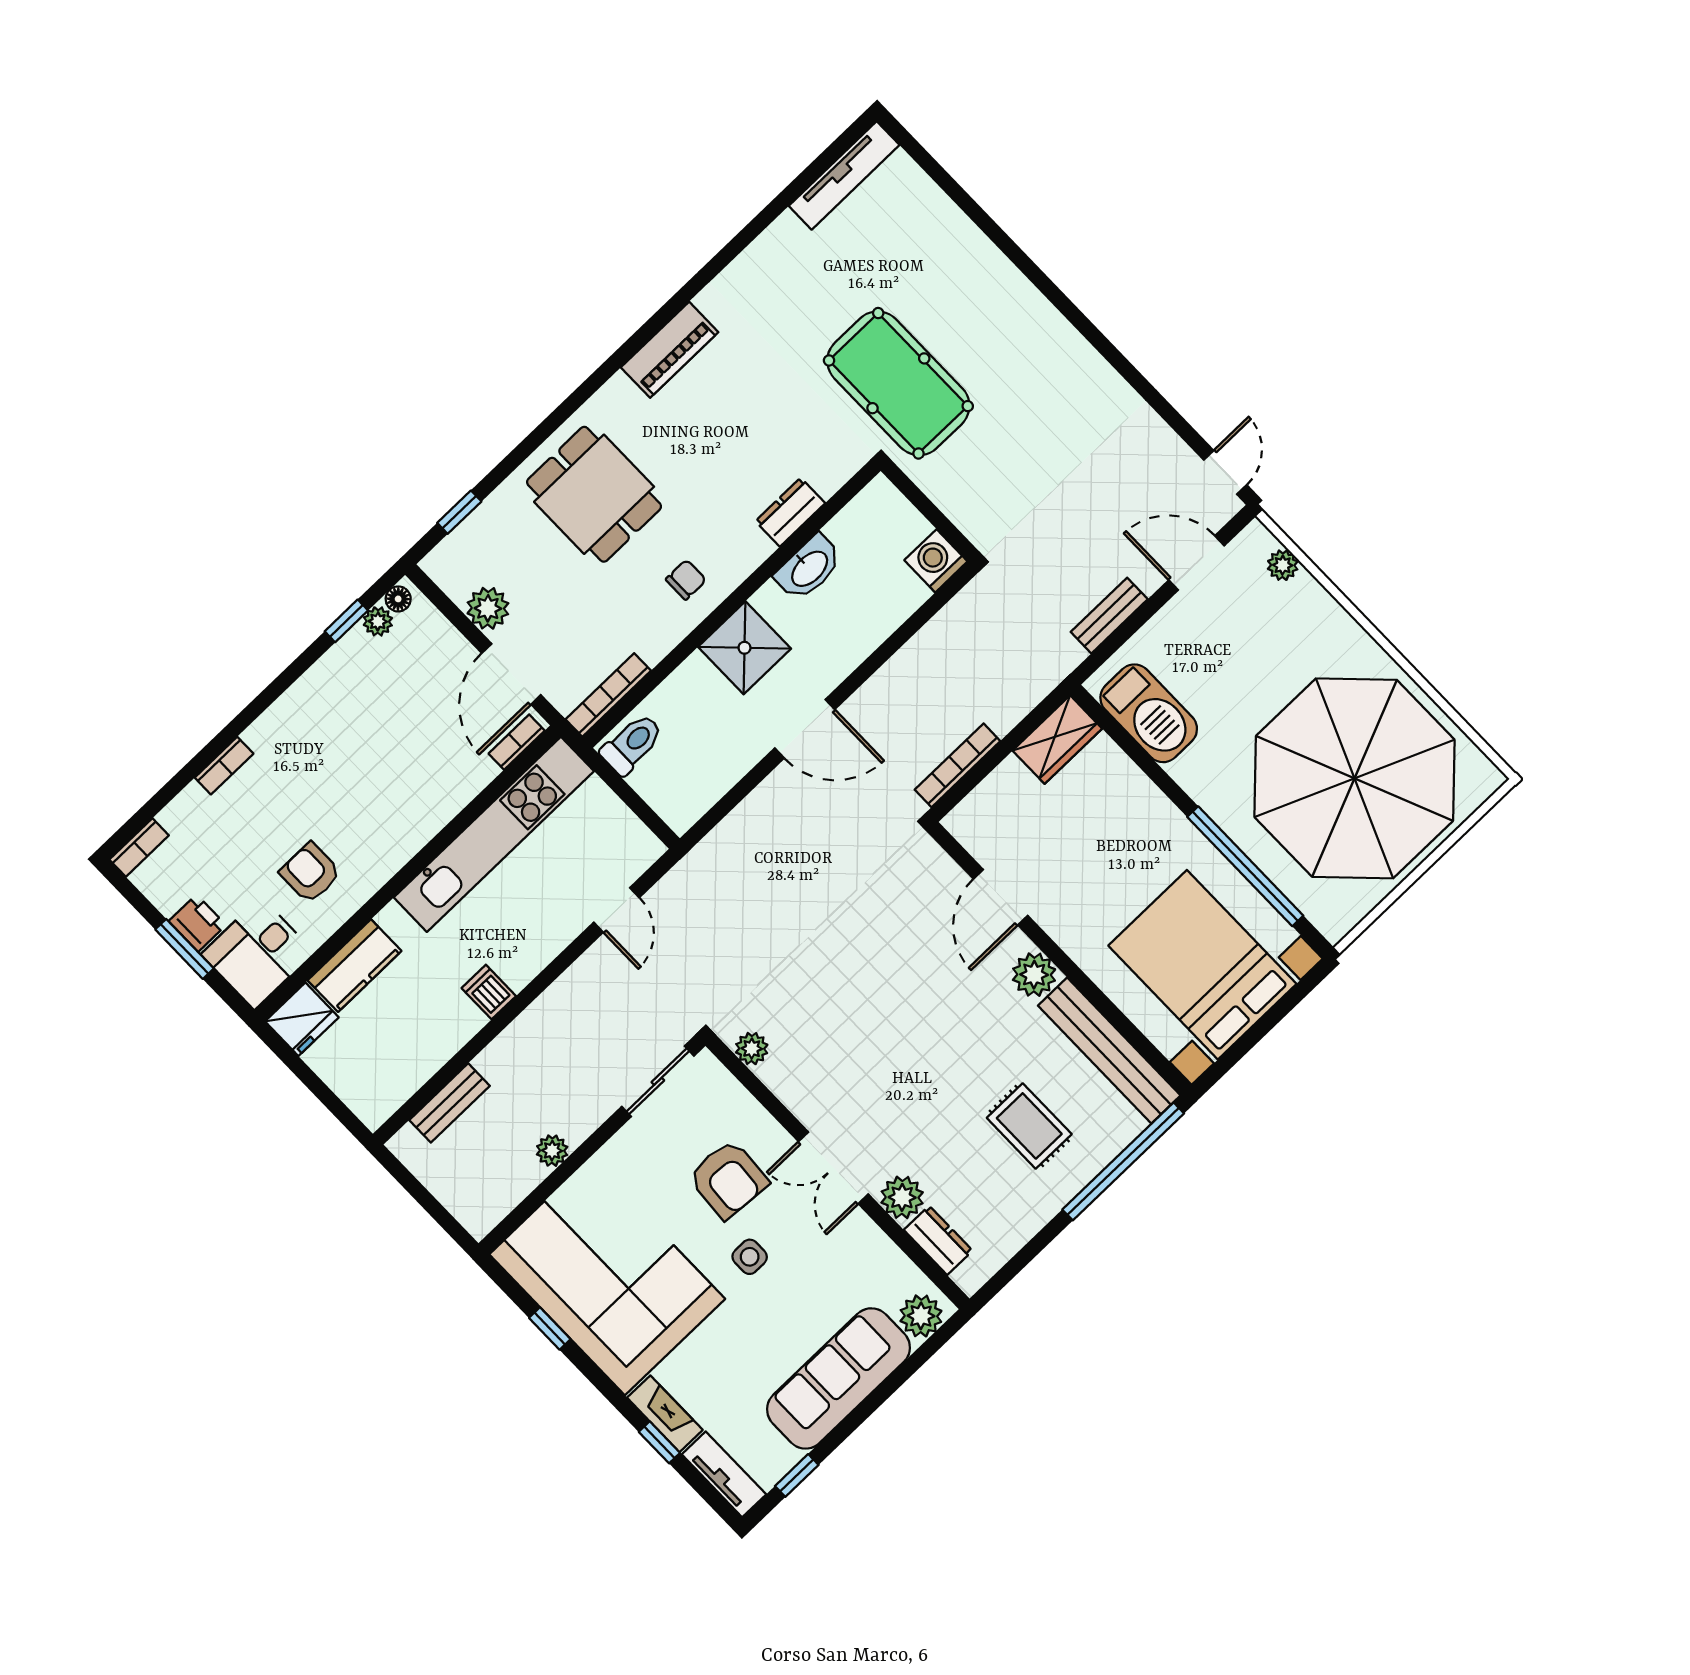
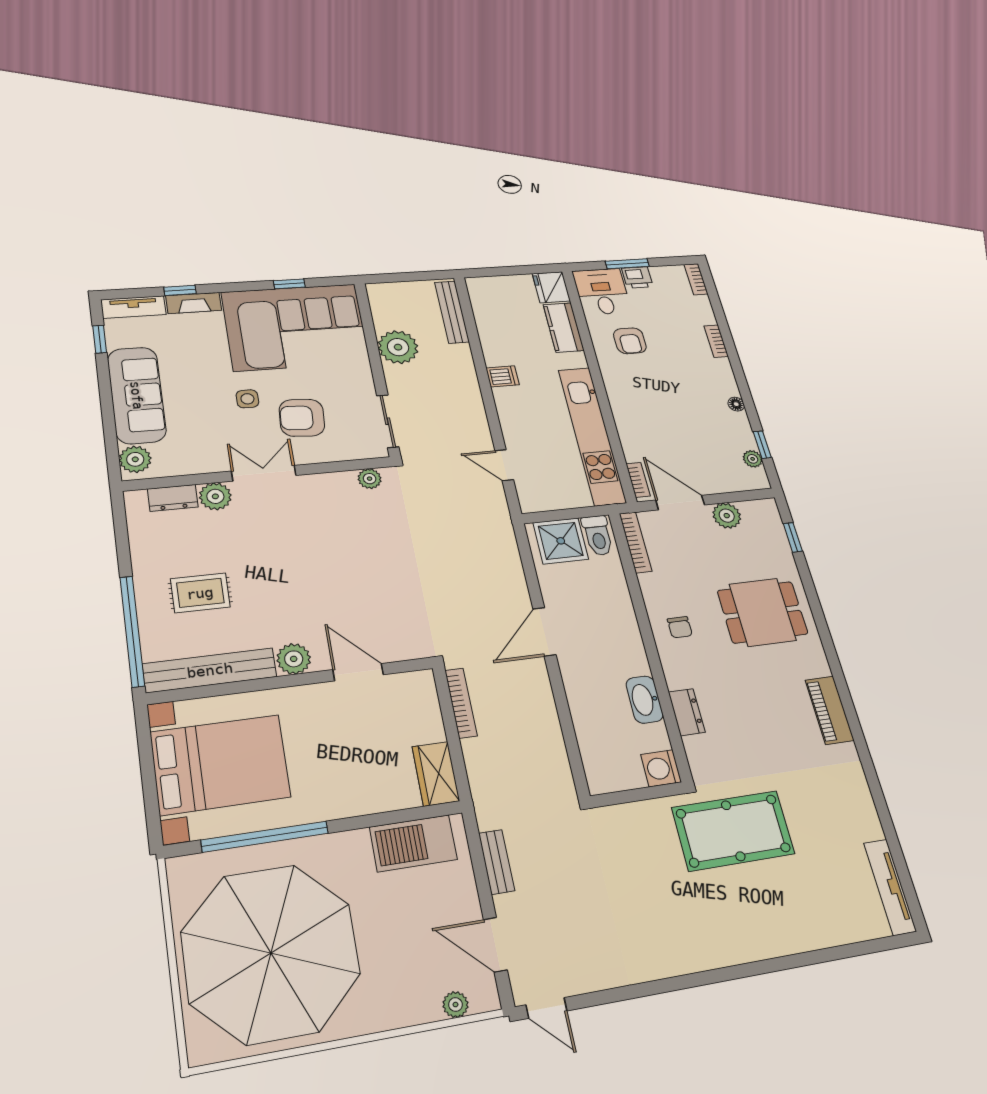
washing machine: (936, 561) -> (661, 768), moved, turned 180
door: (1197, 563) -> (495, 945), swing flipped
floor lamp: (398, 599) -> (736, 404), moved
shower: (744, 648) -> (561, 541), moved
armchair: (310, 873) -> (630, 341), turned 90
bench: (449, 1103) -> (452, 312), width x1.36
plant: (552, 1151) -> (398, 347), width x1.87, depth x1.87

